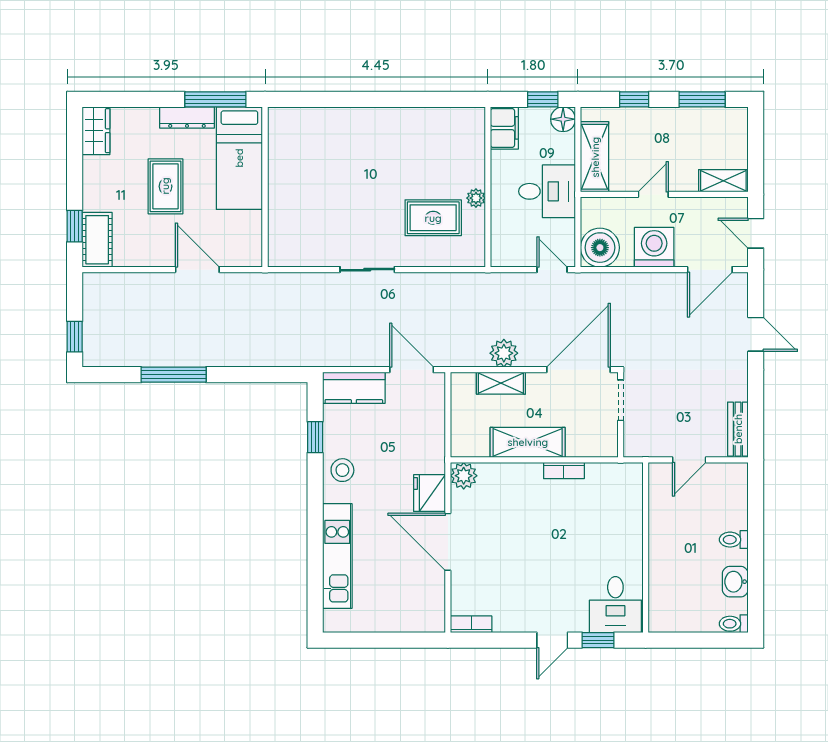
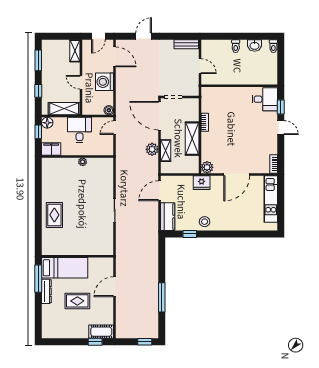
wardrobe: (96, 131) -> (52, 332), removed
rug: (433, 218) -> (54, 215), moved
boiler: (600, 248) -> (109, 110), width x0.54, depth x0.54
fridge: (429, 493) -> (202, 183), moved
kitchen unit: (337, 556) -> (271, 199), moved, turned -90

